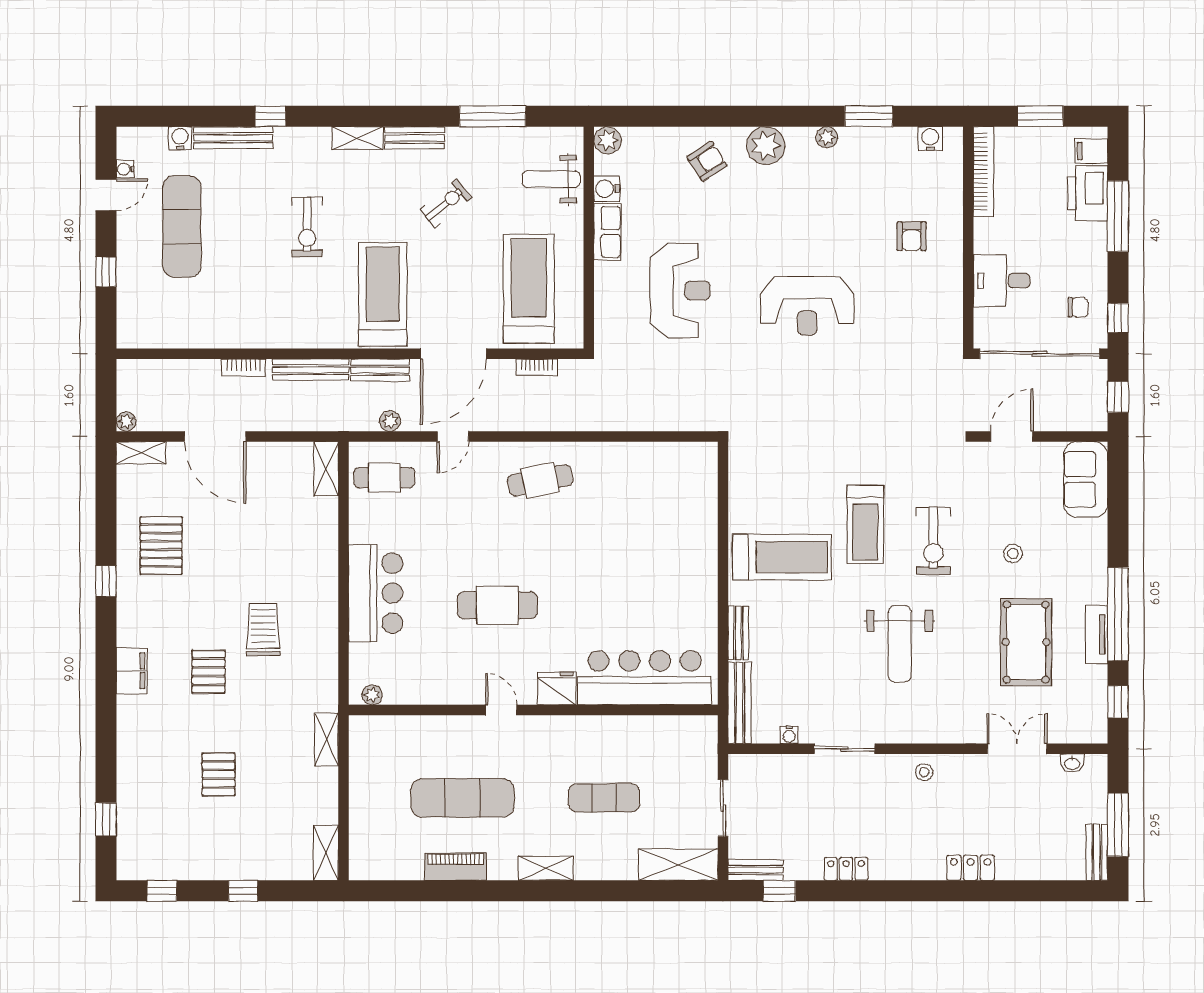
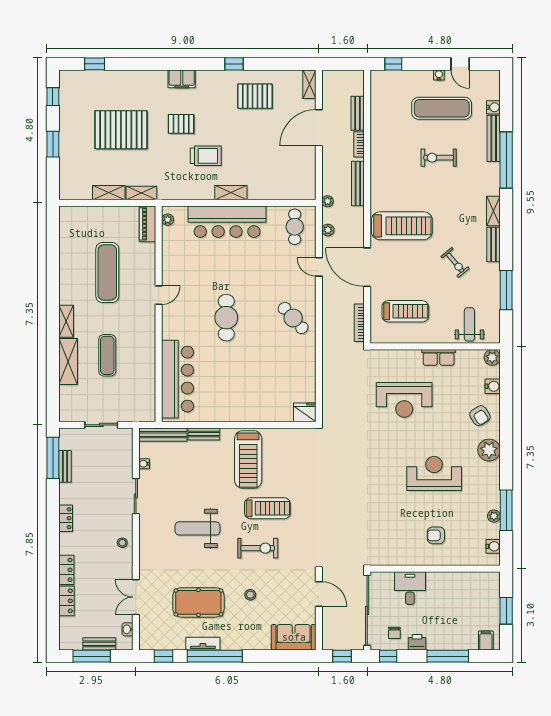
window: (270, 116) -> (506, 160), width x3.17
window: (869, 116) -> (506, 510), width x1.44
plant: (827, 137) -> (494, 516), moved
water cooler: (125, 169) -> (439, 75), moved
bookcase: (984, 172) -> (474, 578), removed
water cooler: (607, 189) -> (493, 386), moved, turned 90
printer: (1088, 193) -> (417, 642), moved, width x0.53, depth x0.68
exercise bike: (307, 227) -> (439, 158), moved
window: (106, 272) -> (393, 64), moved
treadmill: (529, 289) -> (405, 311), width x0.73, depth x0.73
reception desk: (807, 306) -> (434, 473), moved, turned 90
bookcase: (537, 367) -> (359, 323), width x1.56
bench: (380, 370) -> (358, 113), moved
plant: (126, 421) -> (328, 201), moved
shelving: (326, 469) -> (231, 193), moved
cafe table: (540, 480) -> (293, 318), turned -31
treadmill: (865, 524) -> (267, 508), turned 180
exercise bike: (933, 541) -> (258, 548), turned 180
bar counter: (376, 593) -> (227, 222), width x1.36
cafe table: (497, 605) -> (226, 318), moved
fridge: (557, 689) -> (305, 412), moved, turned -90
double door: (1017, 749) -> (136, 597), swing flipped
pallet: (219, 774) -> (121, 130), width x2.05, depth x2.00
bench: (1097, 852) -> (99, 644), moved
shelving: (326, 853) -> (109, 193), moved
shelving: (678, 865) -> (68, 362), moved
piano: (456, 867) -> (148, 224), moved, turned 180
locker: (1023, 867) -> (67, 601), added
locker: (846, 869) -> (66, 518), moved
bench: (756, 870) -> (65, 466), moved
window: (243, 891) -> (53, 144), width x1.50
window: (779, 891) -> (53, 458), width x2.17

